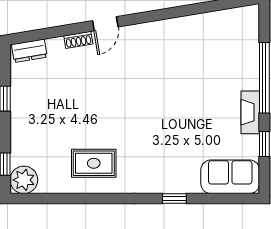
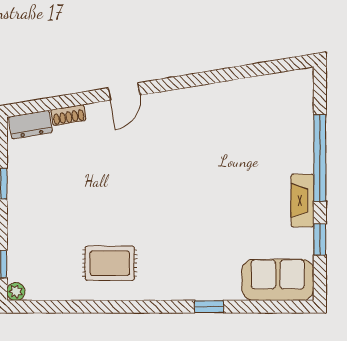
shoe rack: (78, 40) -> (68, 115), moved
plant: (24, 180) -> (16, 292), width x0.53, depth x0.53

